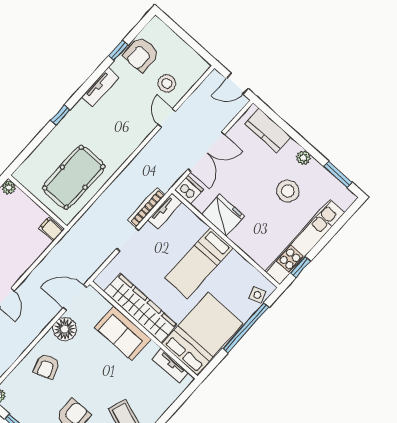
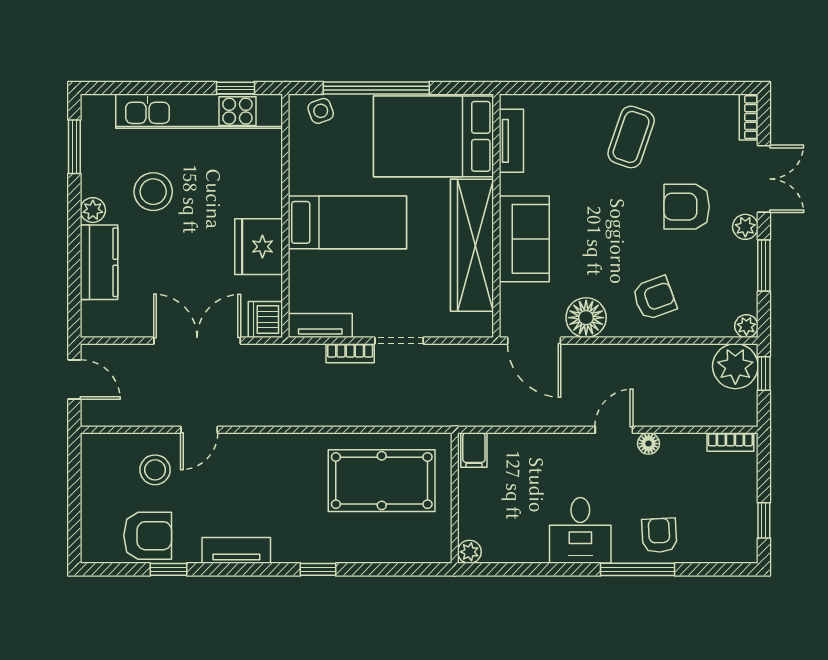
kitchen counter: (268, 130) -> (99, 262), moved
bookcase: (146, 207) -> (350, 353), width x0.64

